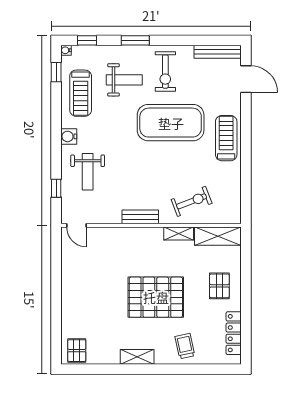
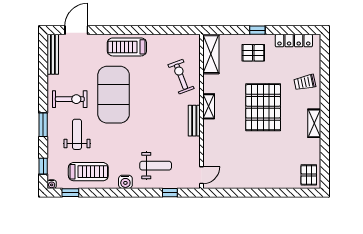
shelving: (179, 234) -> (209, 106), moved
window: (246, 291) -> (257, 30), added
pallet: (77, 351) -> (309, 175), turned 90

